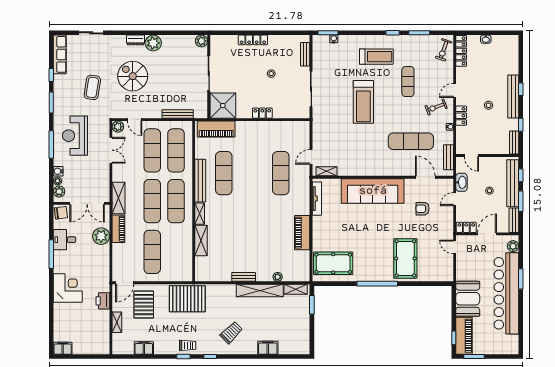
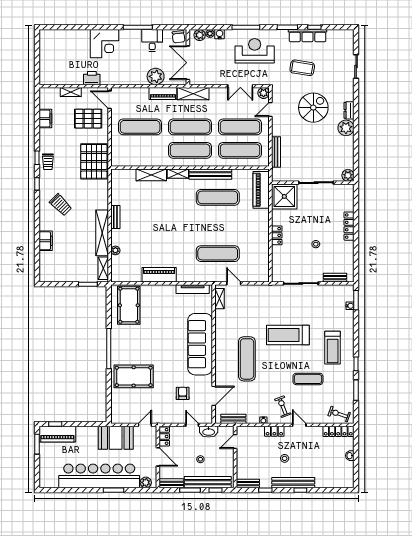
row of seats: (60, 54) -> (308, 36), moved
exercise mat: (411, 141) -> (247, 359), moved
booth: (468, 299) -> (116, 438), moved
filing cabinet: (63, 348) -> (45, 39), removed

